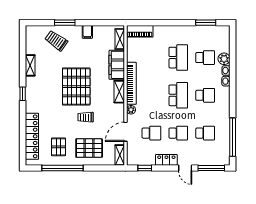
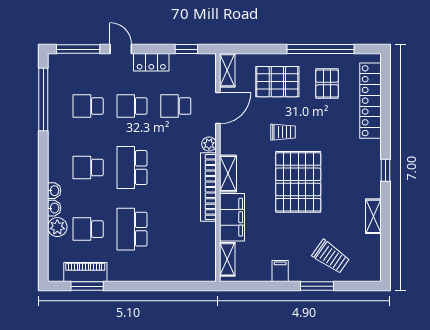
piano: (140, 31) -> (85, 272), moved

